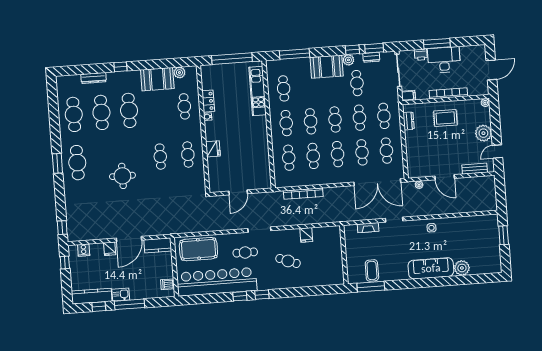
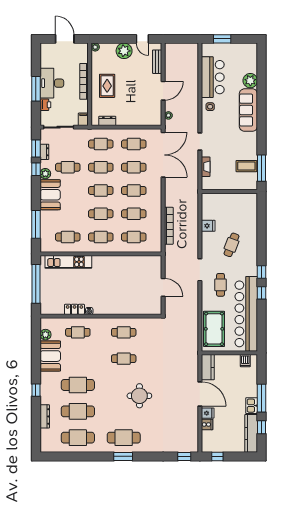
fridge: (213, 149) -> (120, 308), removed
bar counter: (463, 228) -> (213, 77), added
cooker: (84, 250) -> (207, 424), moved

